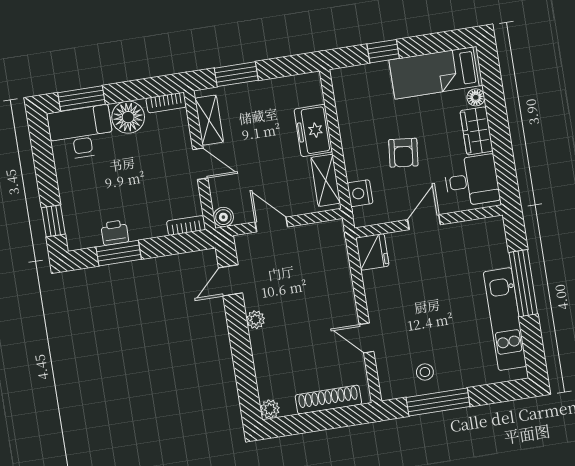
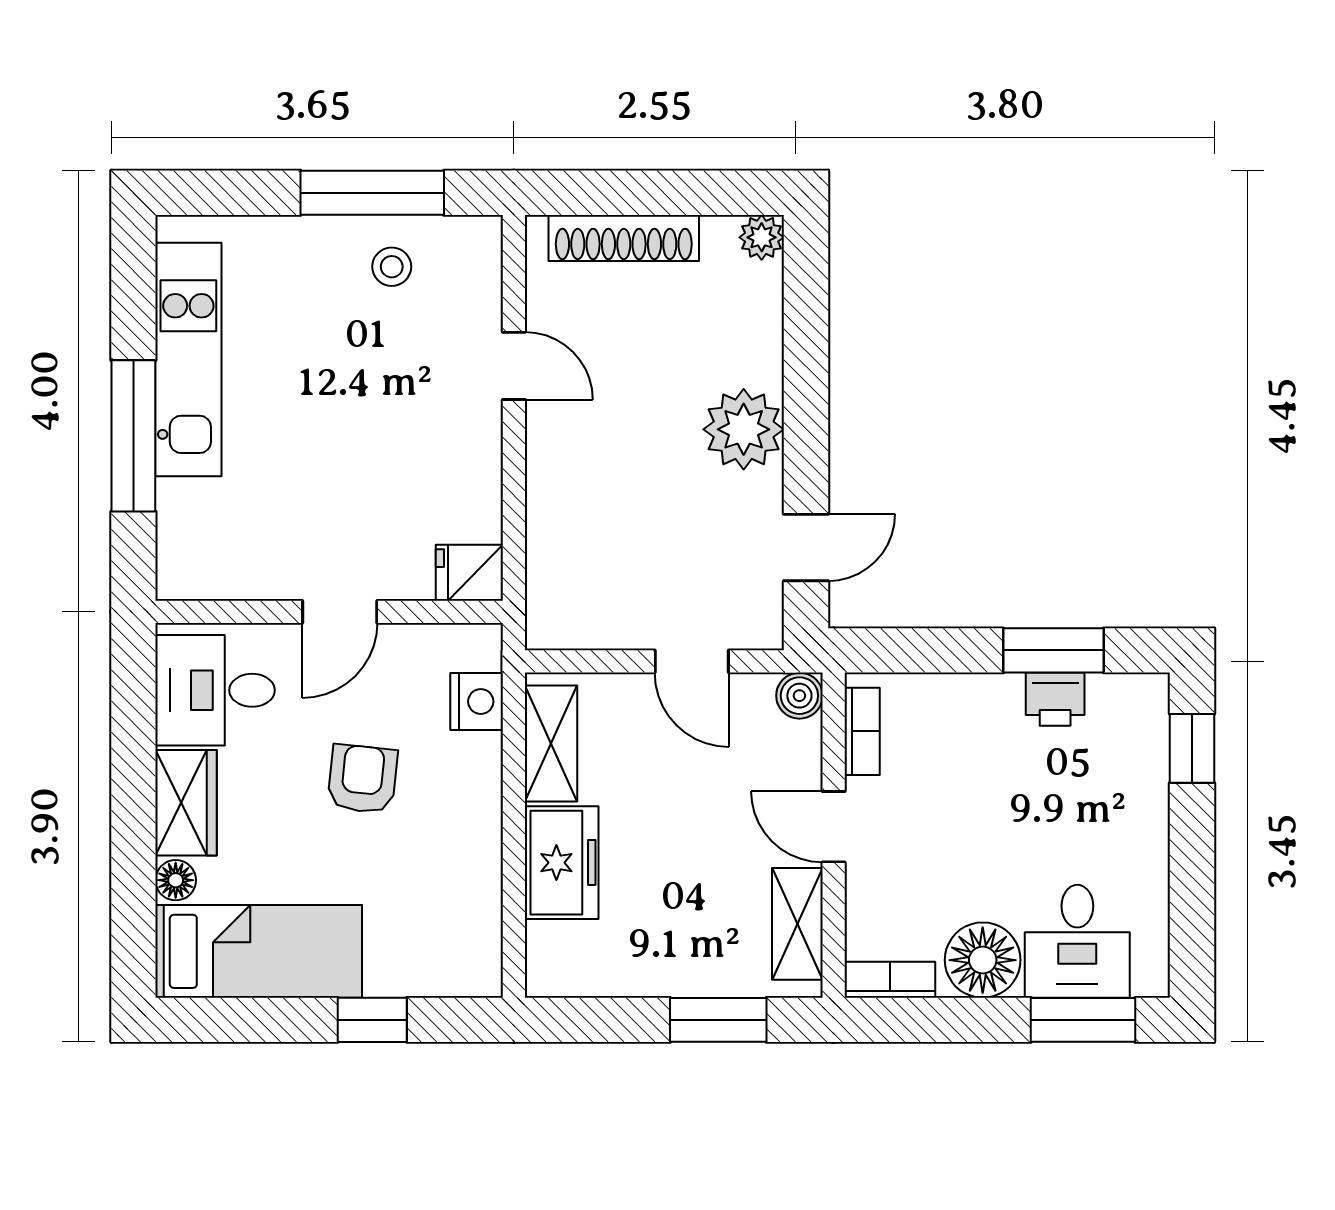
desk: (81, 133) -> (1077, 941), width x0.73
bookcase: (186, 225) -> (862, 731), moved, turned -90
fridge: (372, 252) -> (469, 573), width x0.72
plant: (256, 320) -> (744, 429), width x1.87, depth x1.87

